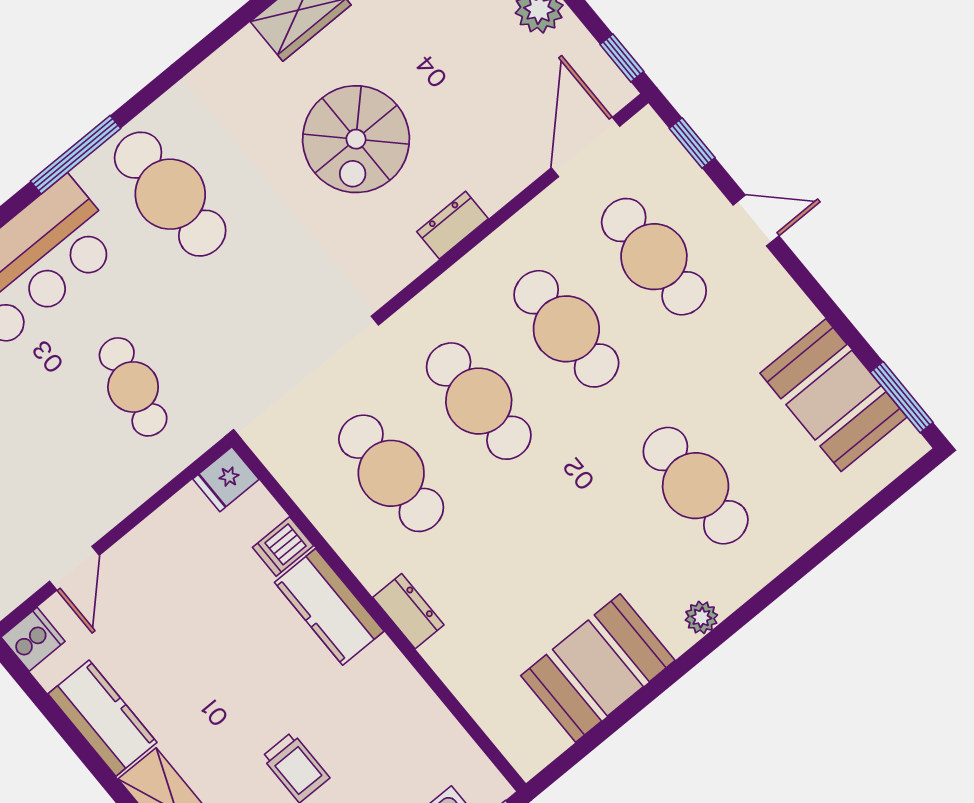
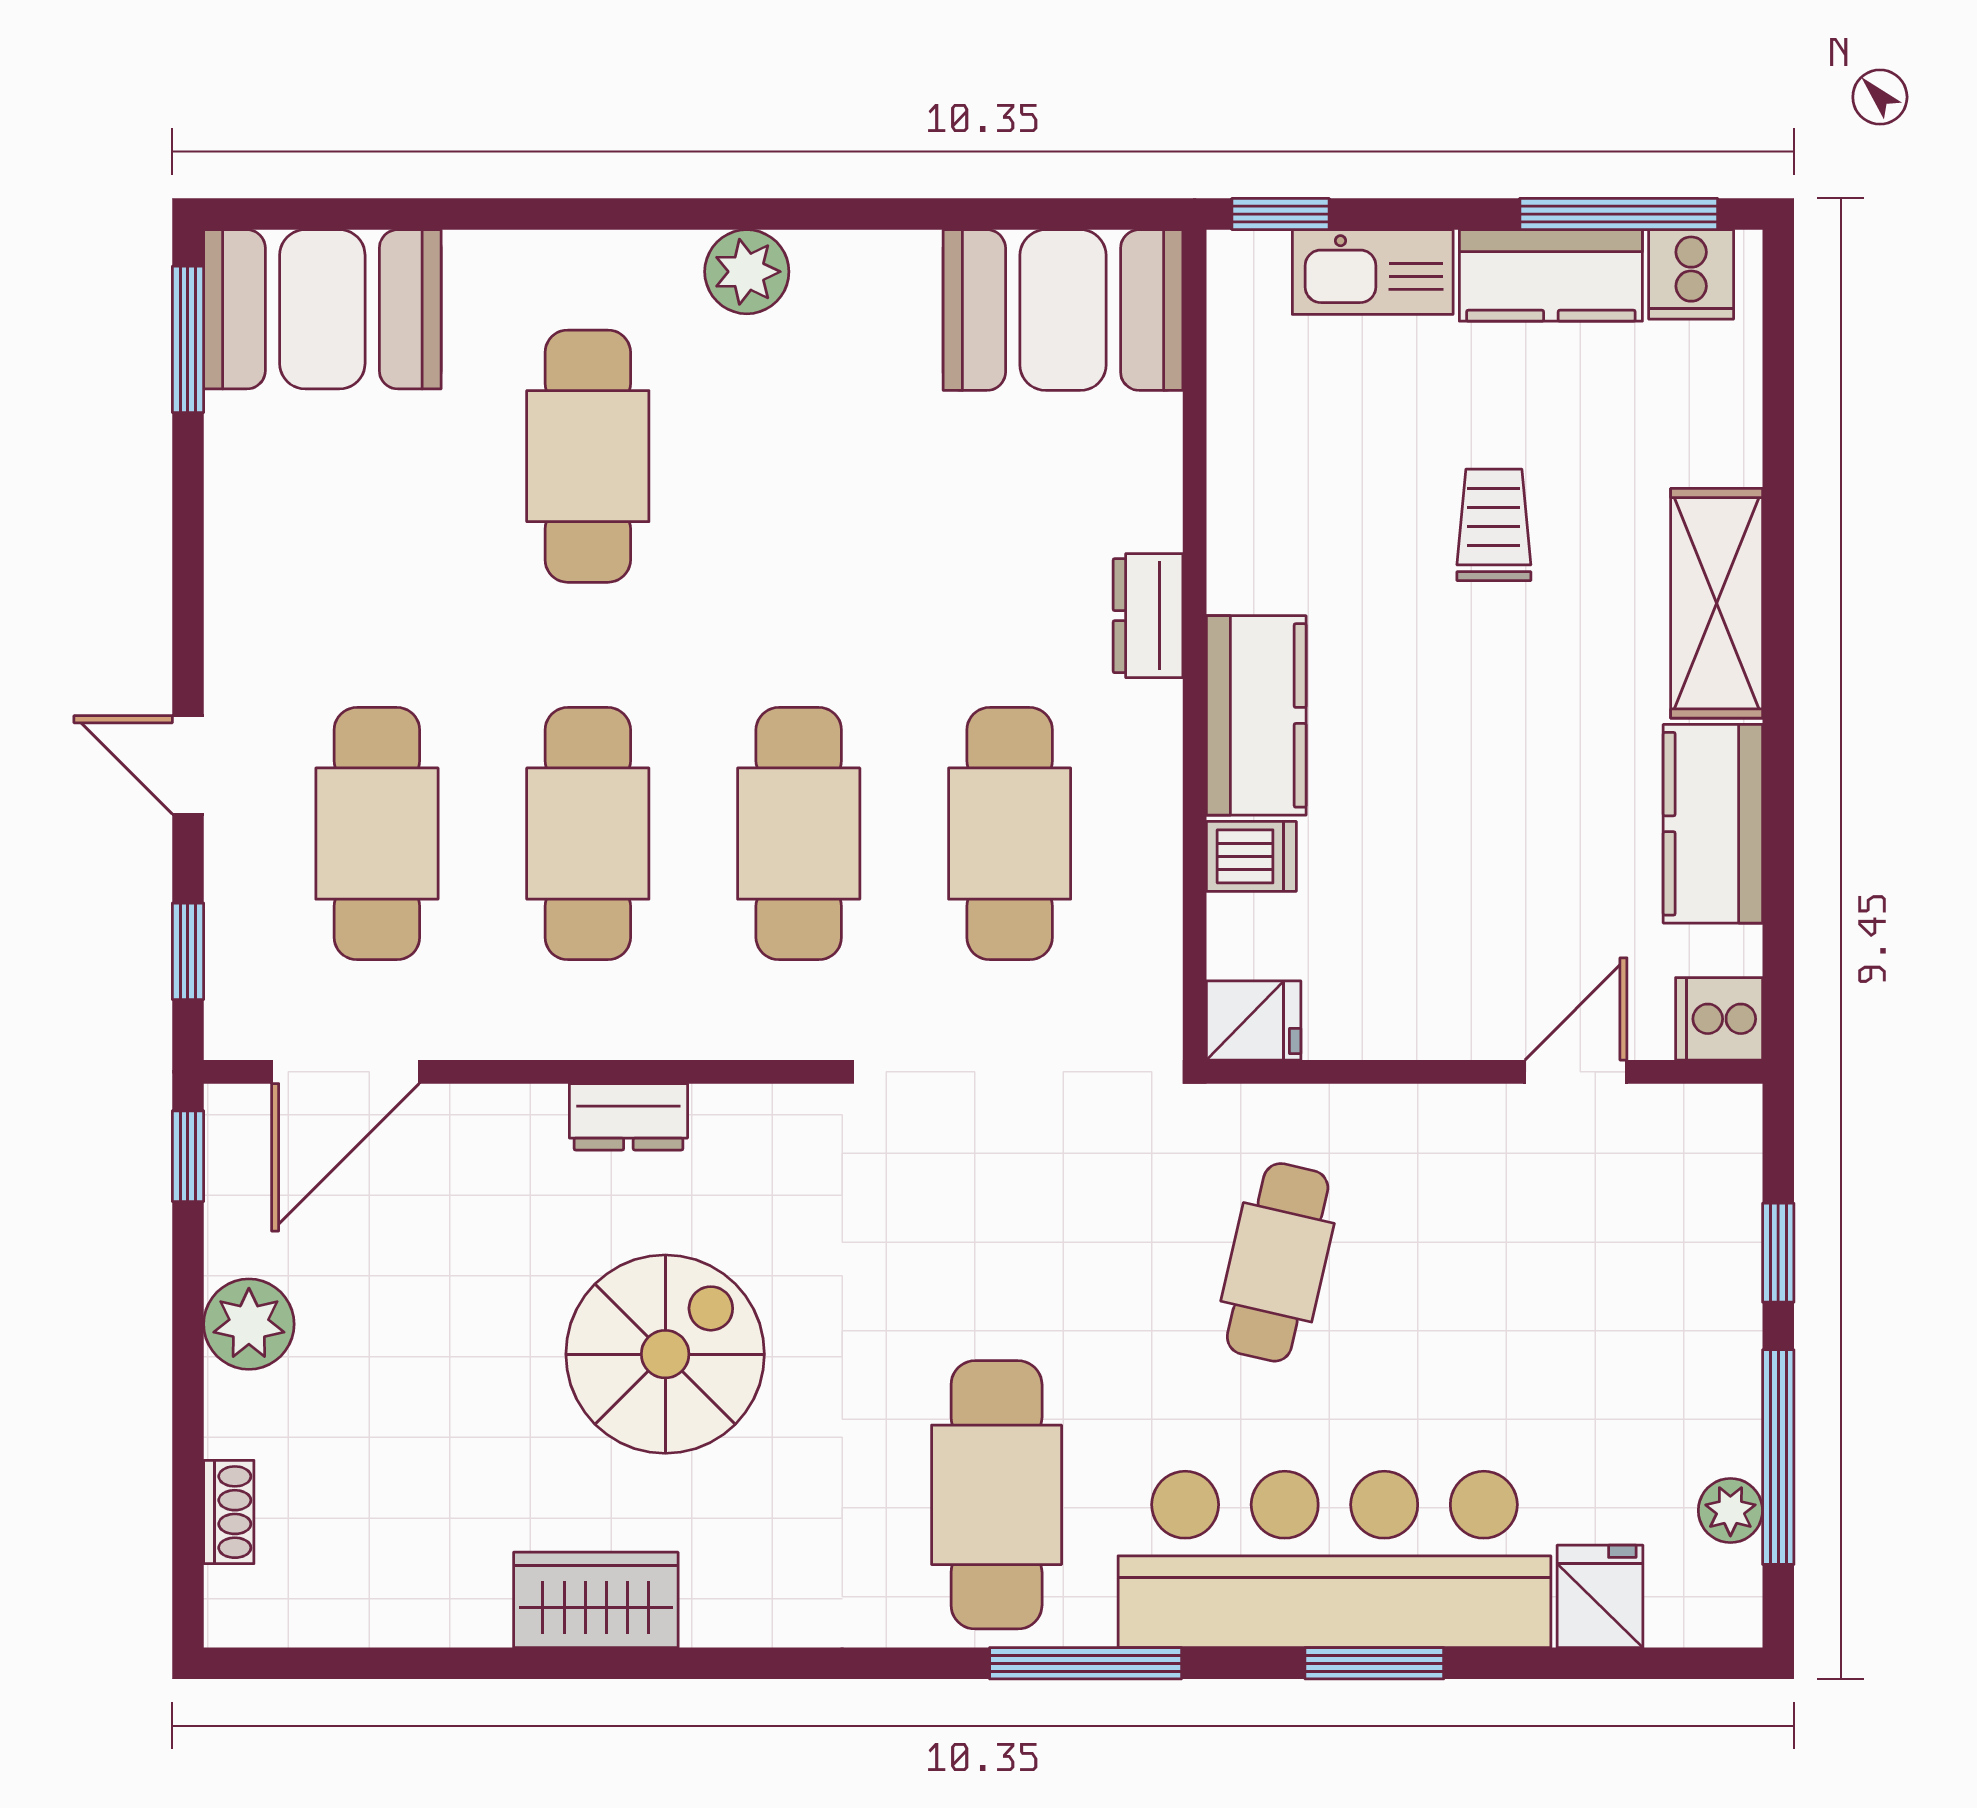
booth: (833, 395) -> (322, 309), moved, turned 90
plant: (701, 617) -> (747, 272), width x1.38, depth x1.38
booth: (598, 668) -> (1063, 310), moved

